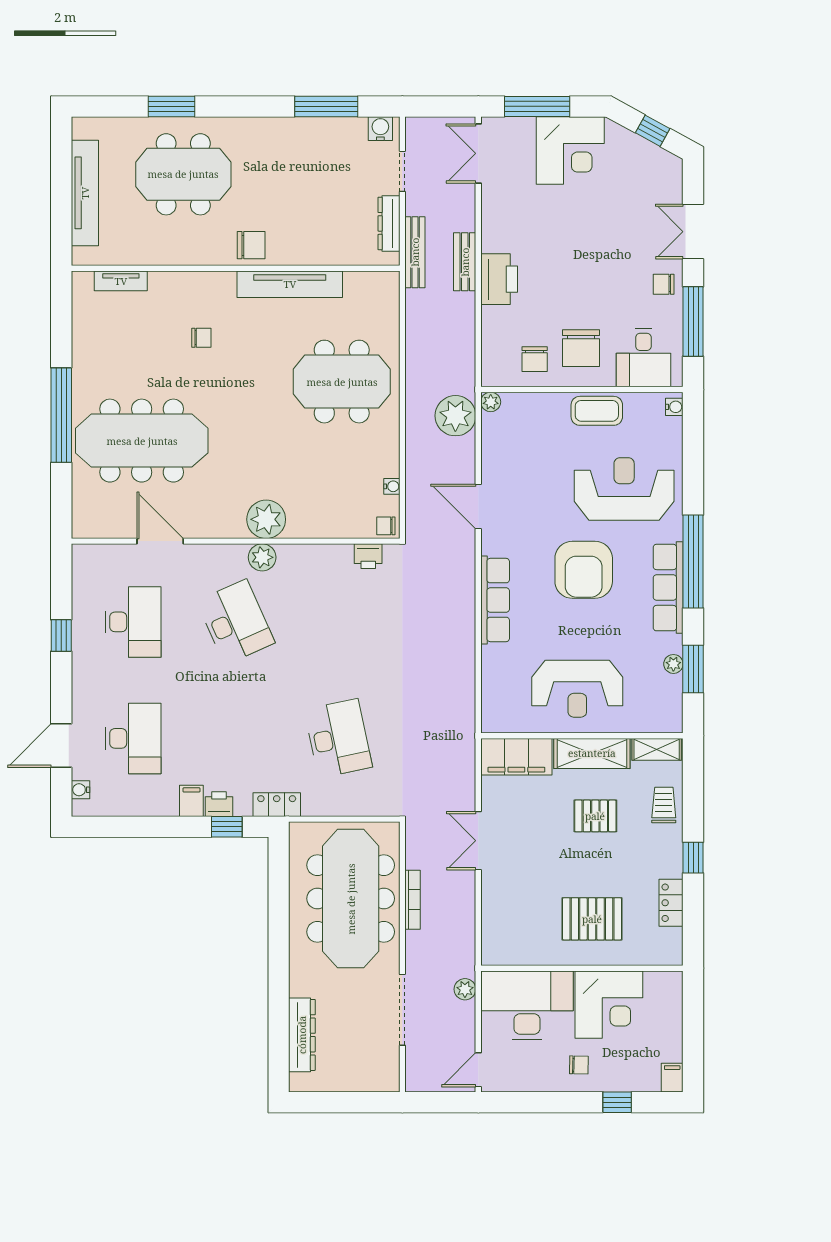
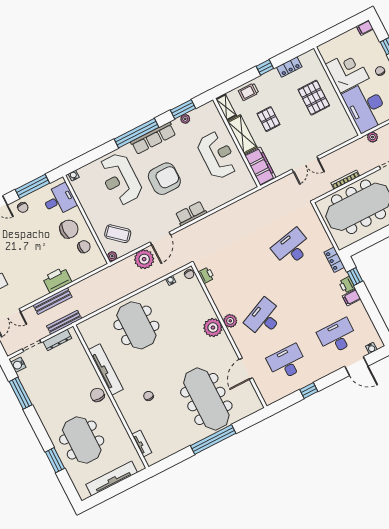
bench: (465, 262) -> (53, 301), width x1.36
coffee table: (597, 411) -> (118, 234), moved, turned -49
plant: (455, 416) -> (144, 259), moved
row of seats: (495, 600) -> (191, 214), width x0.68

